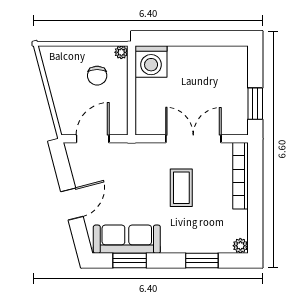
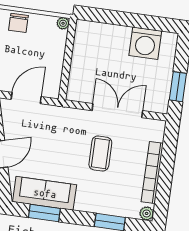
washing machine: (151, 61) -> (145, 43), moved
chair: (97, 76) -> (18, 23), moved
bookcase: (240, 176) -> (152, 172), moved

